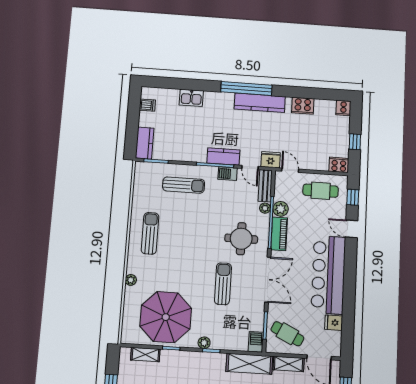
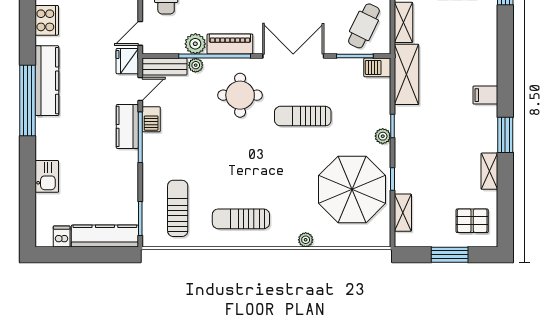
kitchen counter: (145, 143) -> (105, 236), width x1.50
sun lounger: (184, 185) -> (178, 208), moved

